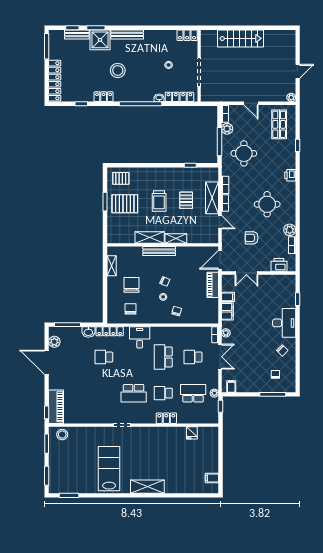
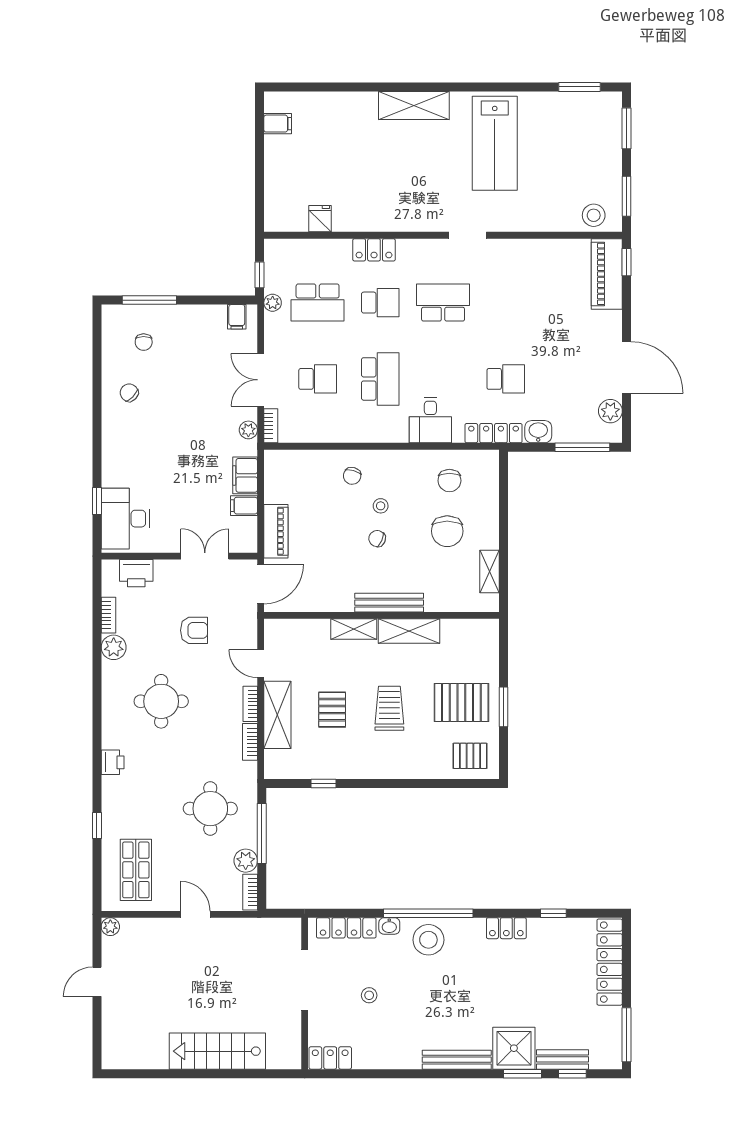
stool: (118, 70) -> (428, 940), moved
desk: (284, 323) -> (125, 519), moved

